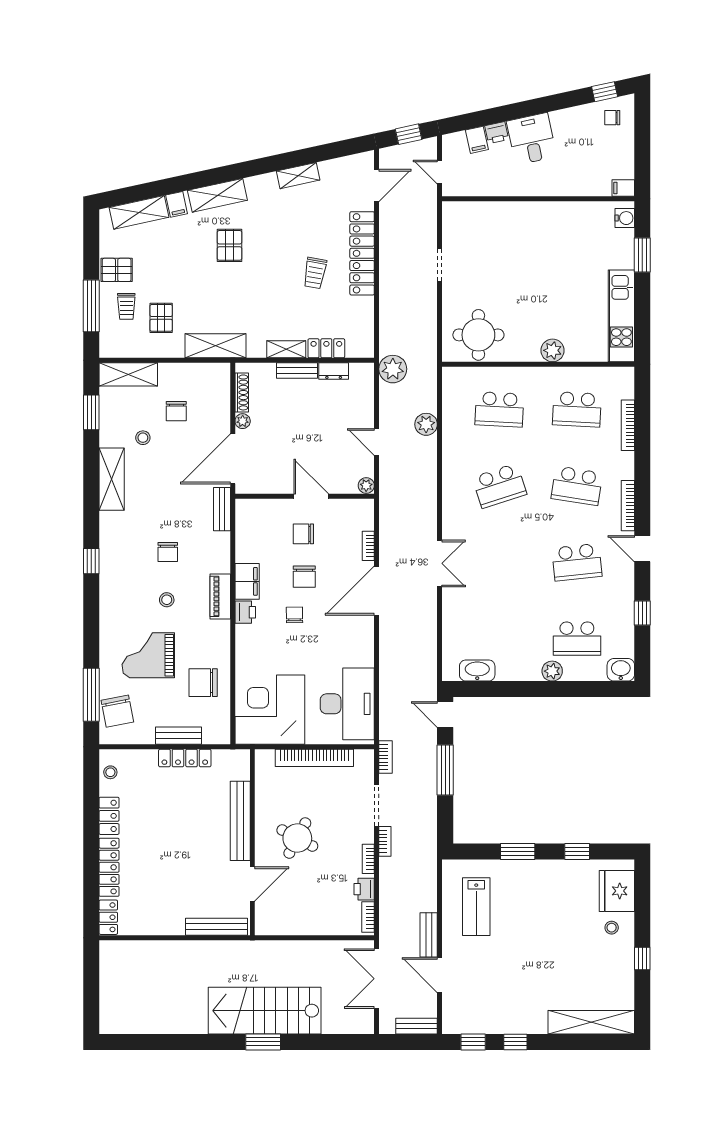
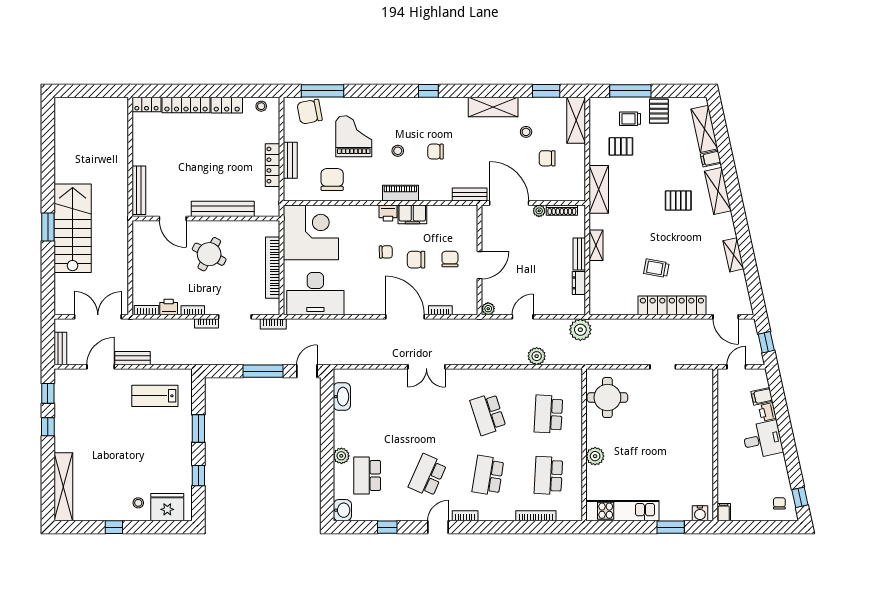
locker: (326, 348) -> (597, 277), removed
bookcase: (628, 506) -> (465, 516), width x0.64
school desk: (577, 562) -> (428, 475), turned 30

